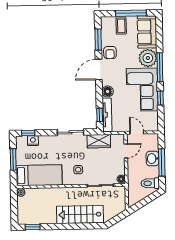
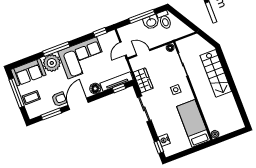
door: (99, 69) -> (78, 104), swing flipped
window: (160, 98) -> (100, 32), moved
window: (13, 159) -> (188, 152), removed
washbasin: (153, 159) -> (151, 22), moved
window: (33, 227) -> (243, 112), removed

